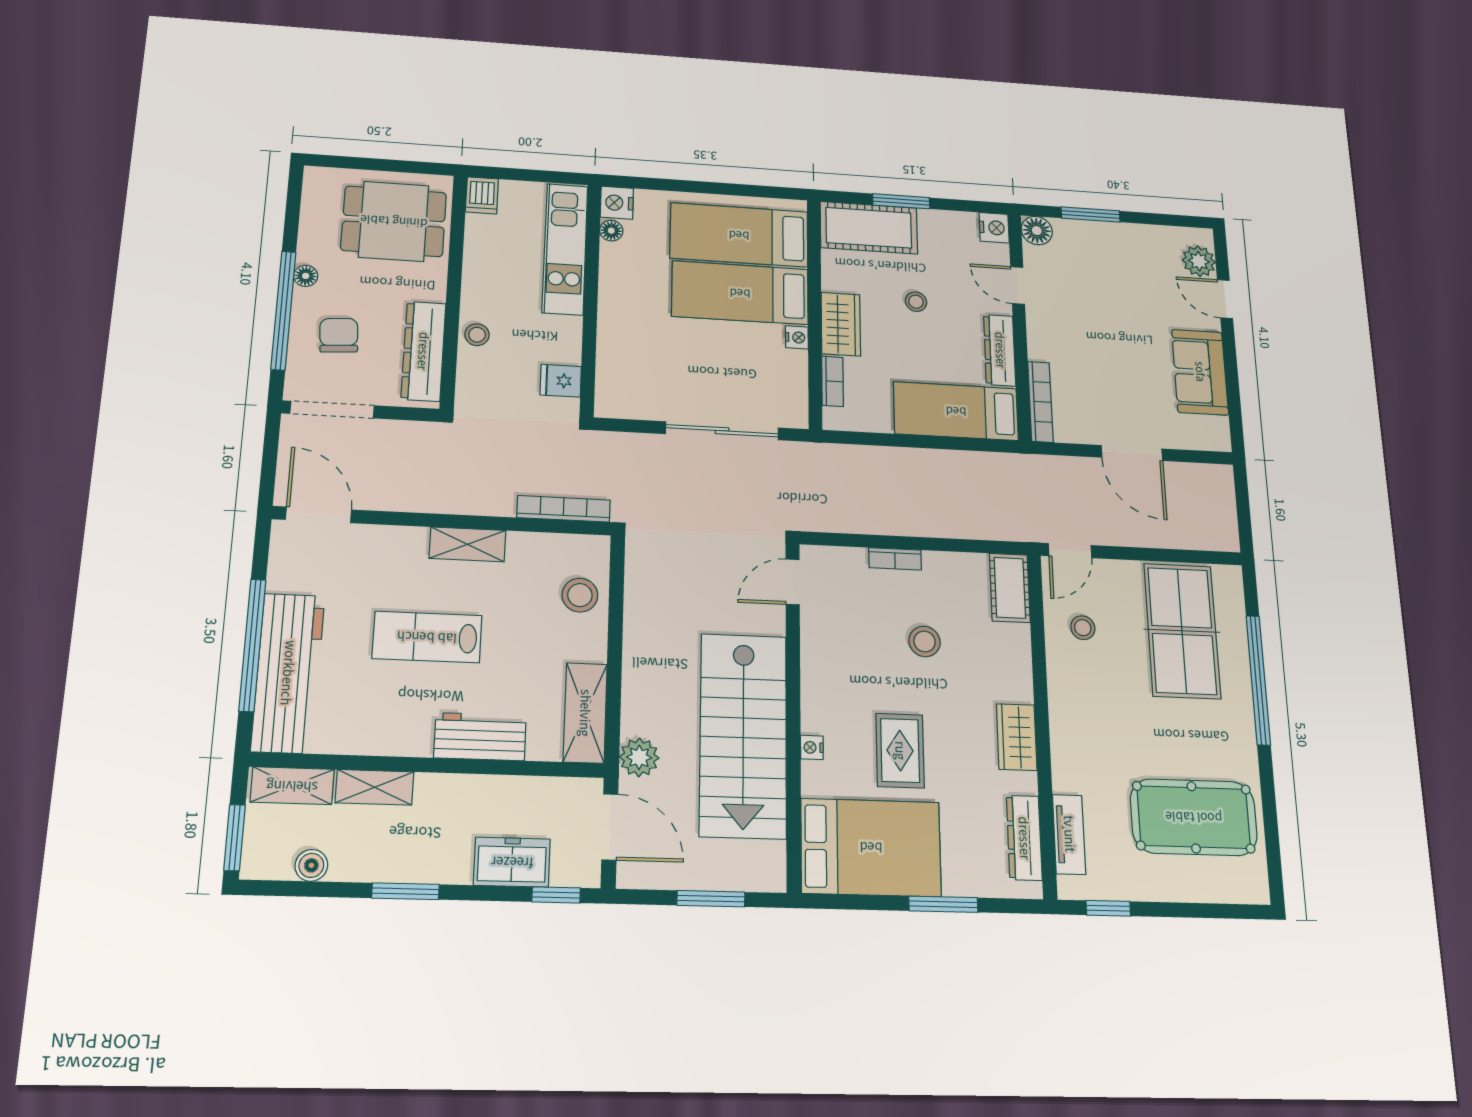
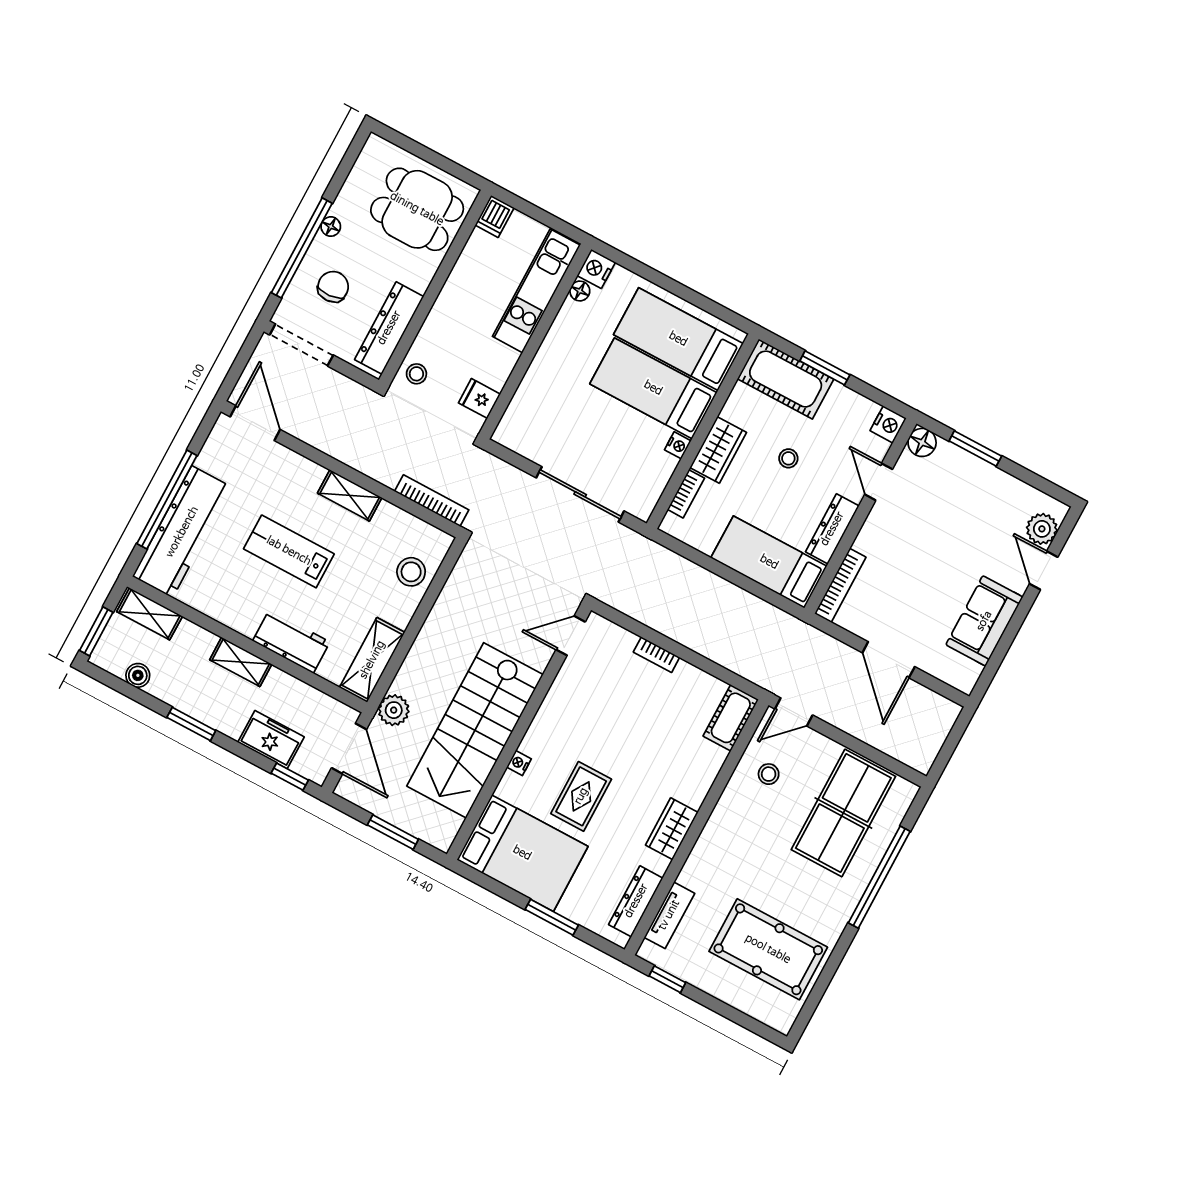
stool: (477, 335) -> (416, 374), moved
stool: (925, 641) -> (644, 727), removed
shelving: (375, 787) -> (241, 662), moved

